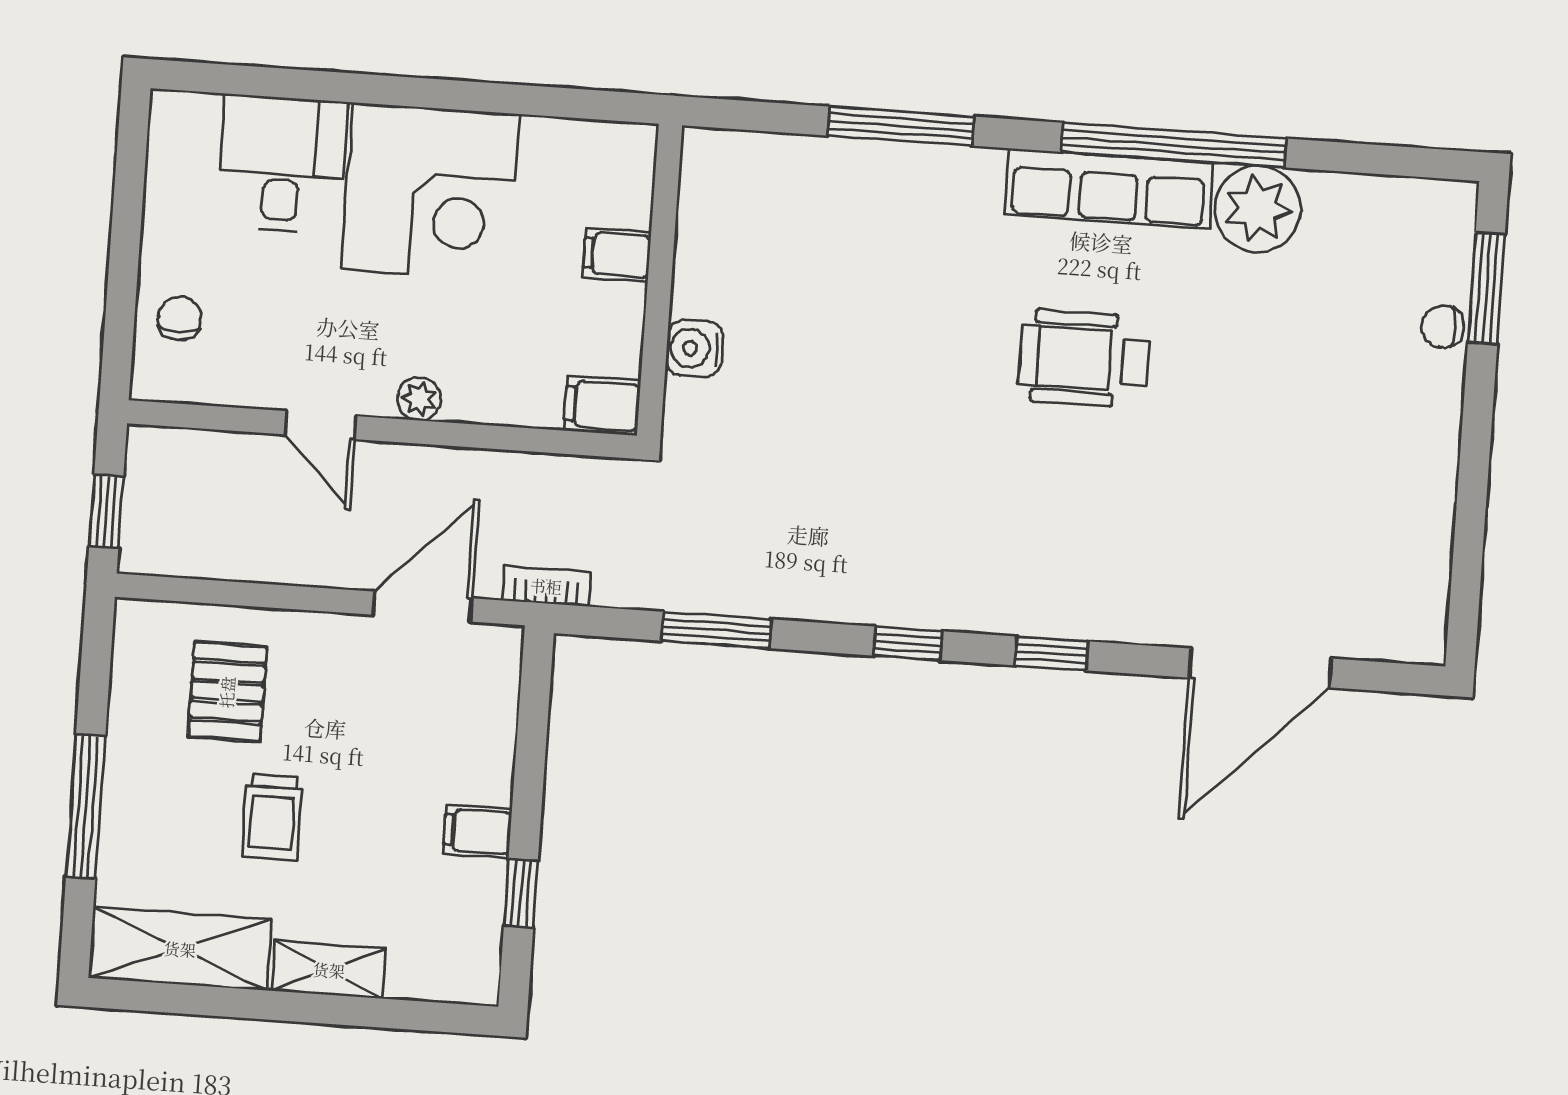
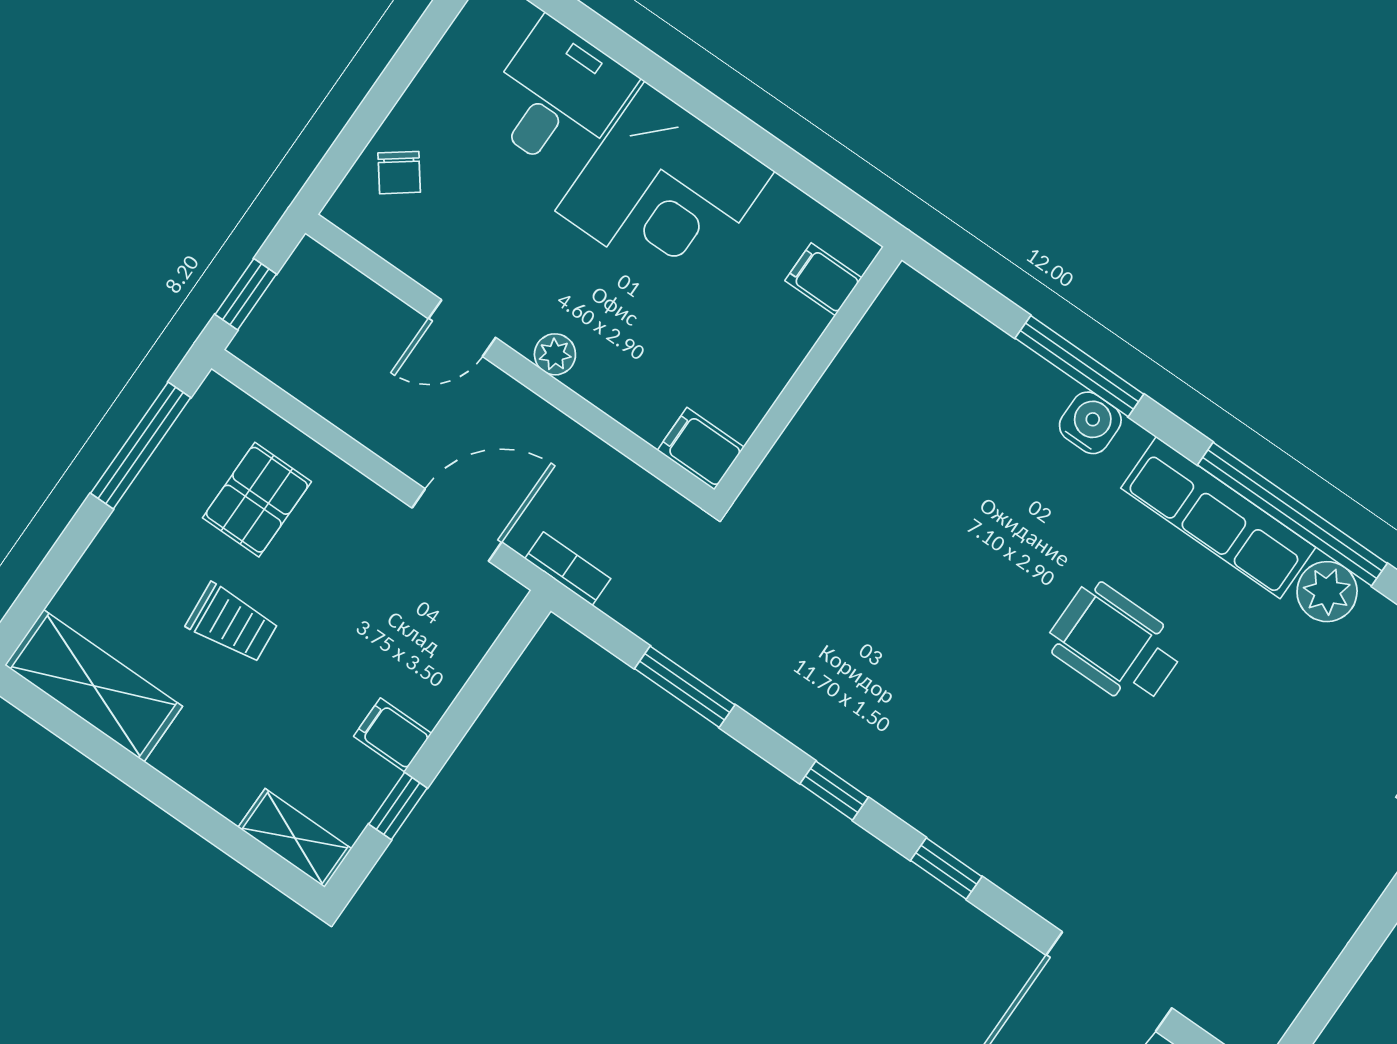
plant: (1258, 209) -> (1327, 592), width x0.73, depth x0.73
filing cabinet: (617, 255) -> (823, 279), moved
chair: (180, 318) -> (399, 173), turned 143
water cooler: (695, 348) -> (1090, 423), moved, turned 90
door: (321, 425) -> (462, 328), hinge flipped
window: (86, 807) -> (141, 445), moved
trolley: (272, 817) -> (232, 623), turned -95
shelving: (329, 970) -> (295, 838), moved

